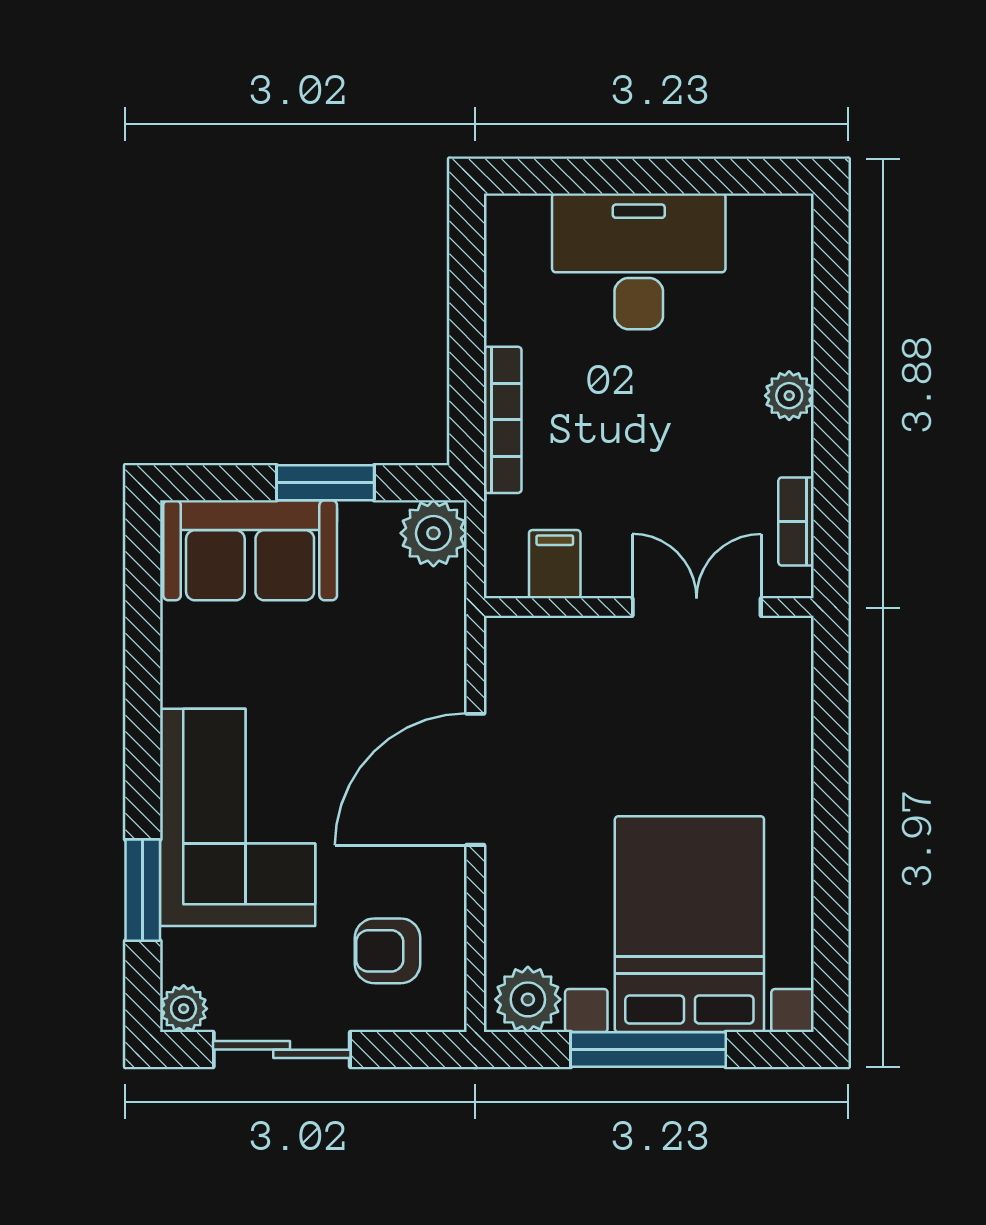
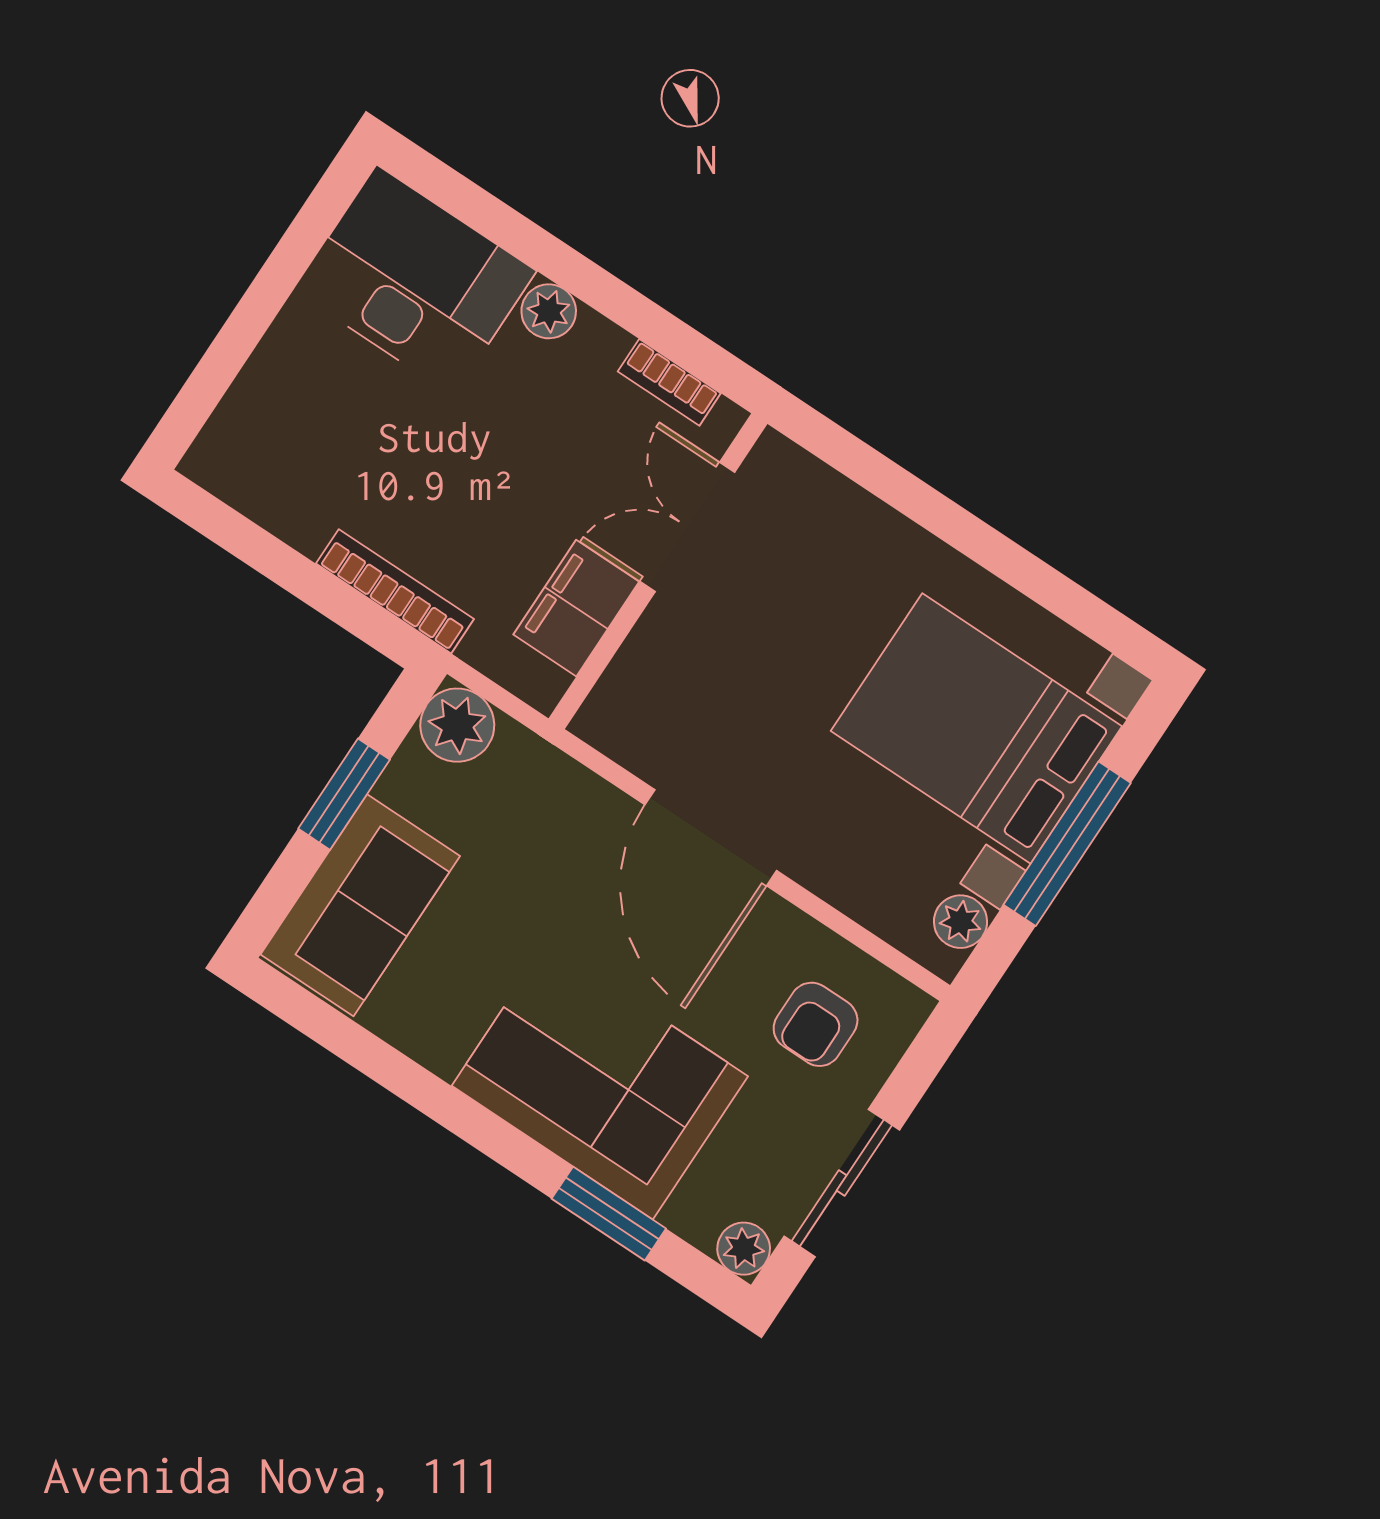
desk: (639, 261) -> (415, 280), moved, turned 90
filing cabinet: (555, 564) -> (576, 608), width x2.00
plant: (528, 999) -> (961, 922), width x0.73, depth x0.73

